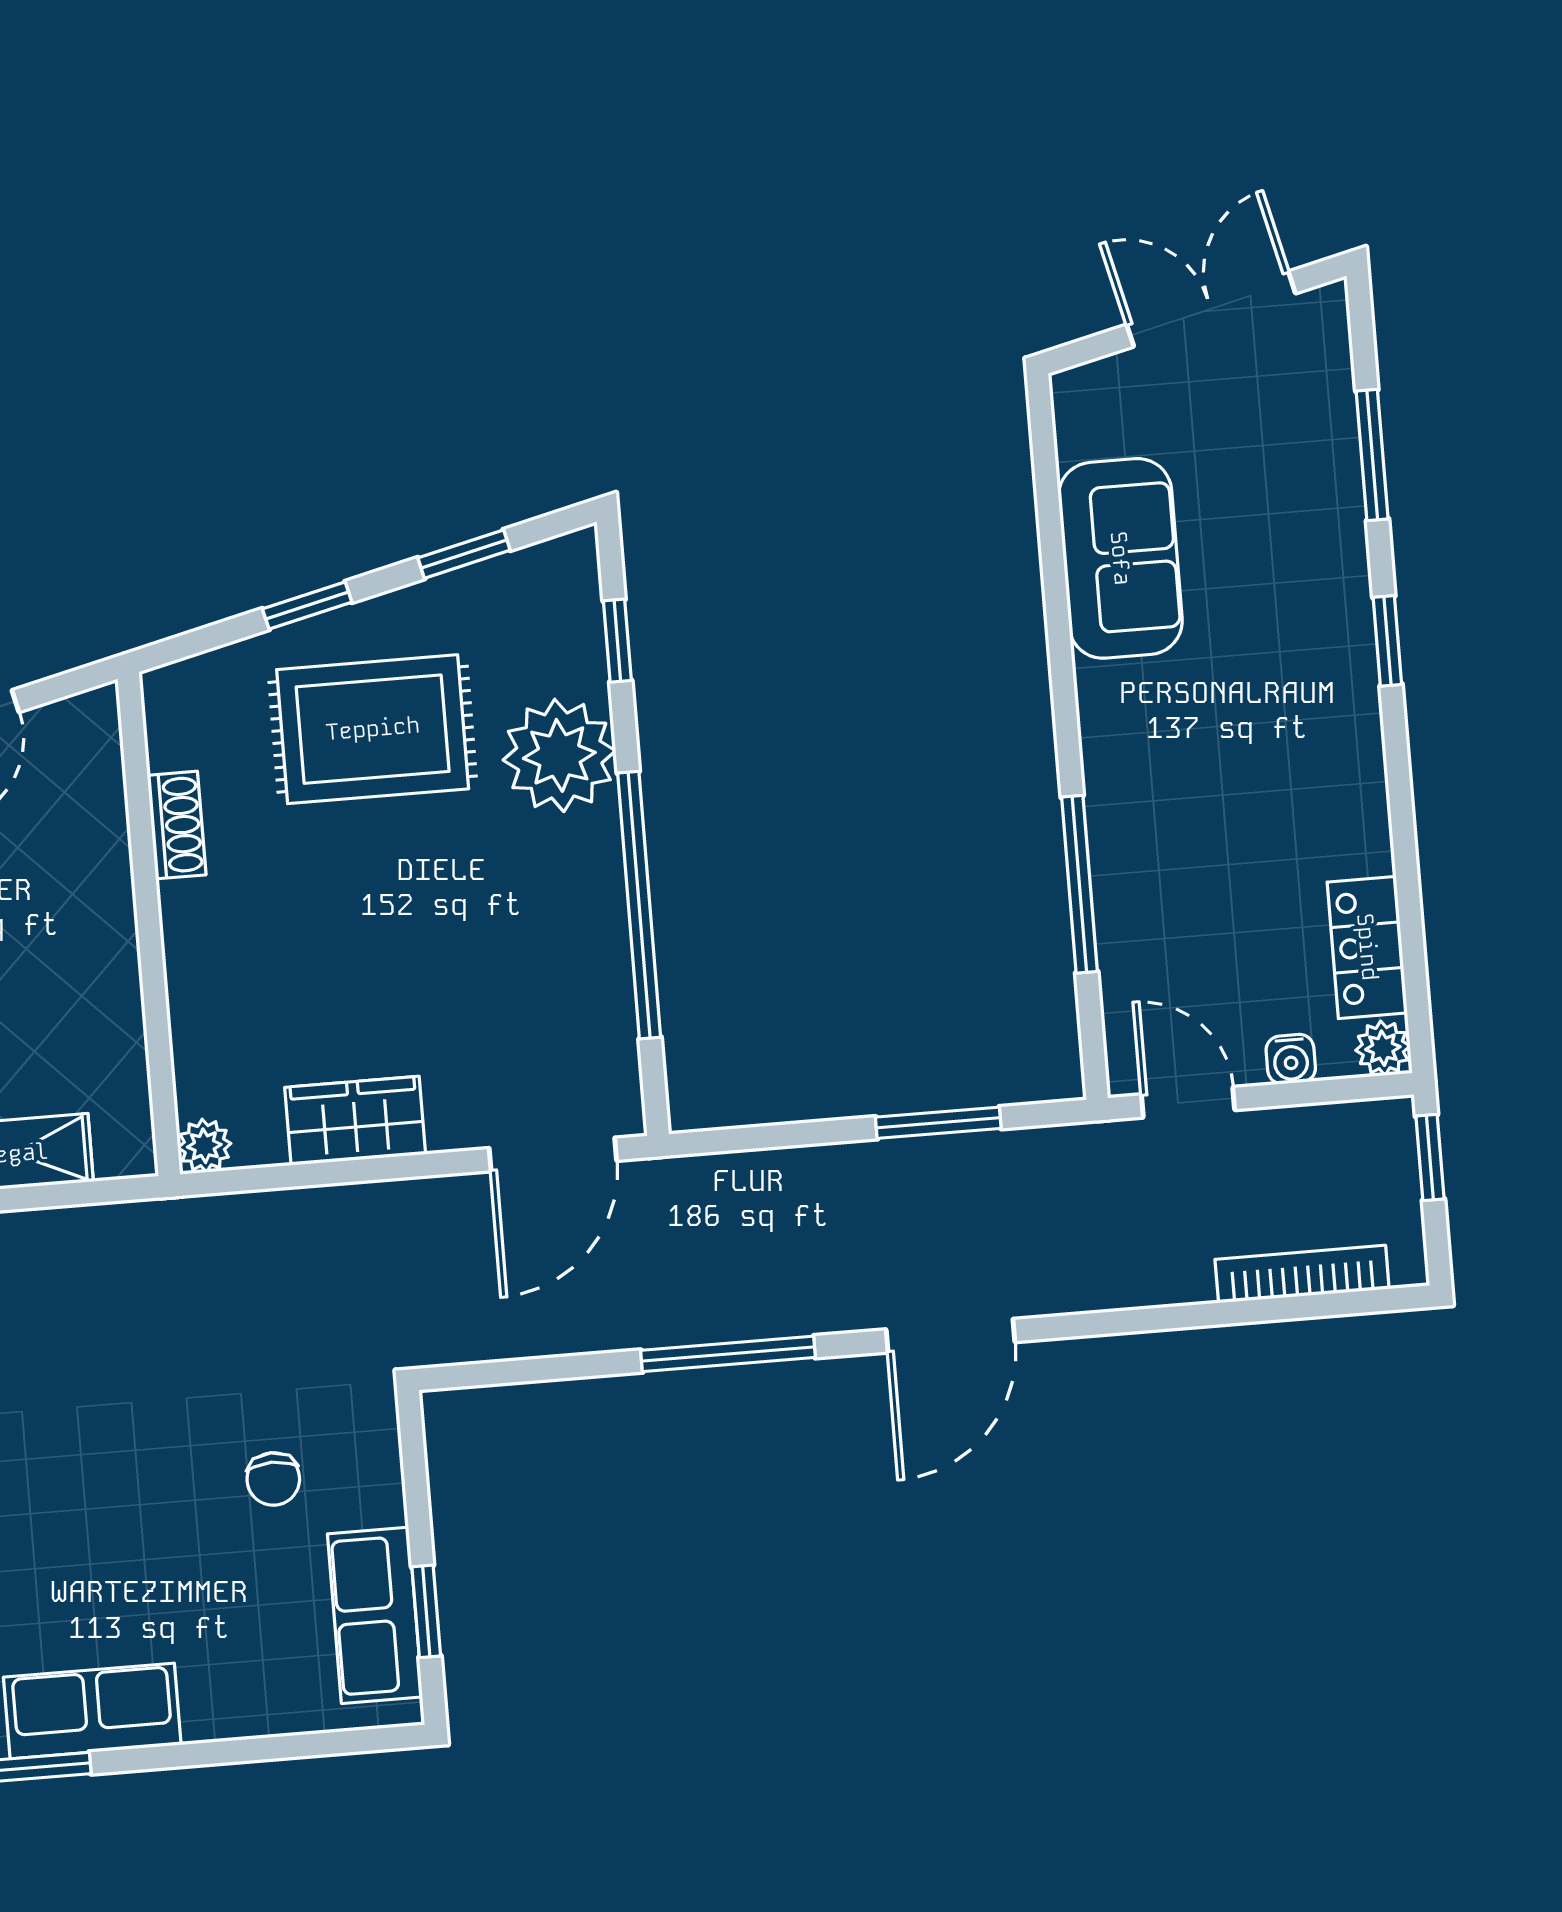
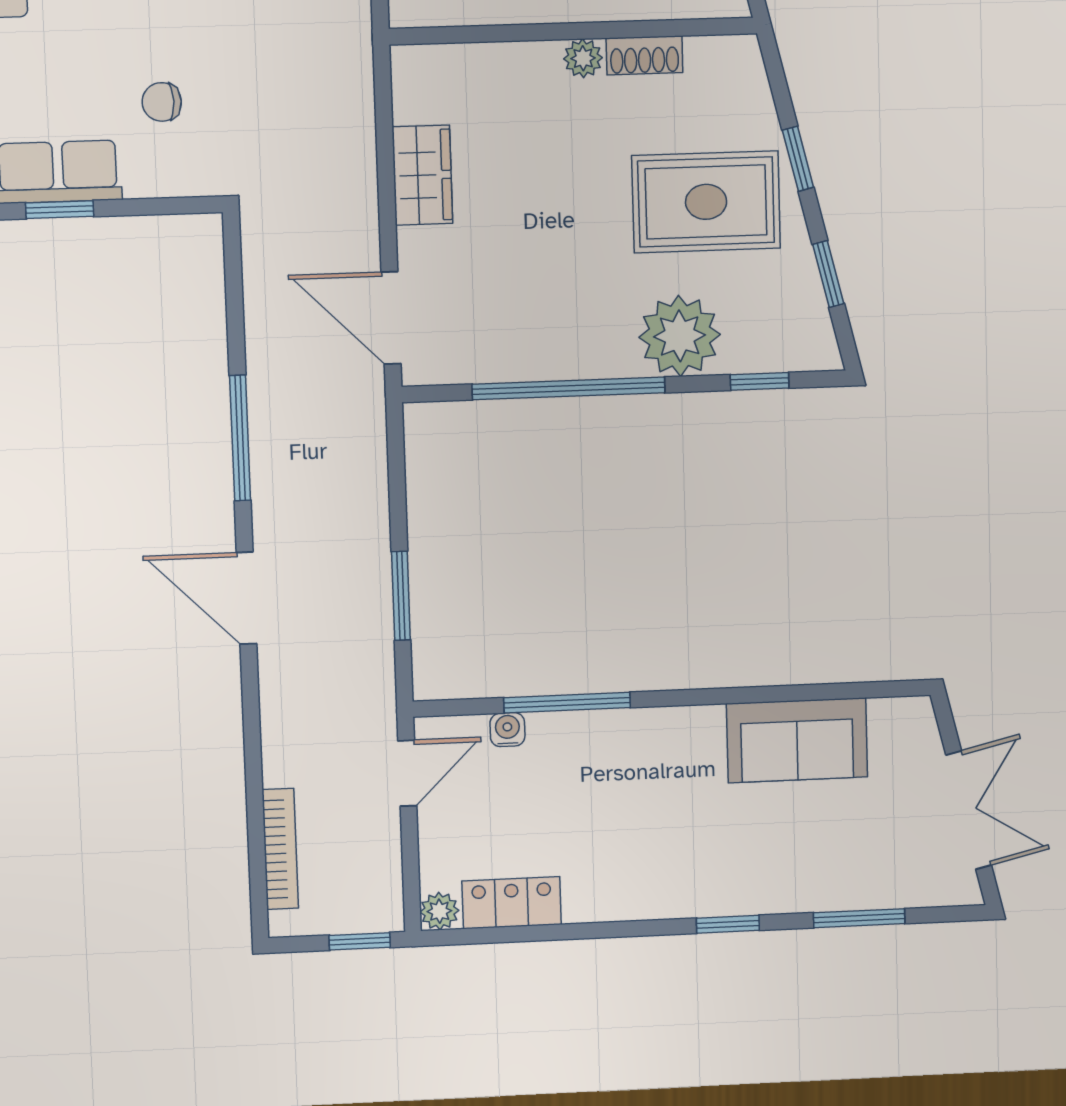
rug: (373, 729) -> (706, 202), turned 90
water cooler: (1291, 1059) -> (507, 730), moved, turned 90
plant: (204, 1146) -> (583, 58), moved

